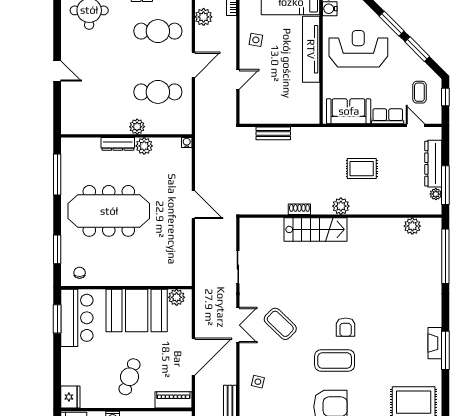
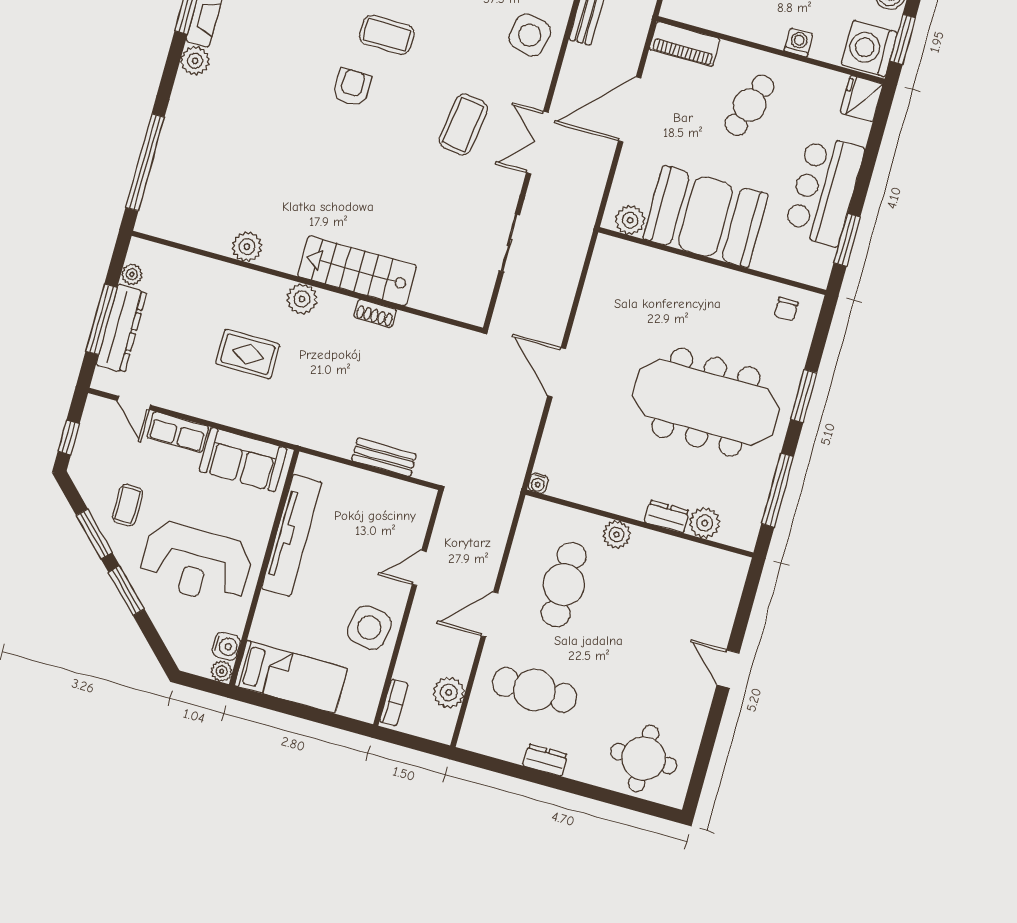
side table: (256, 40) -> (369, 628), width x1.87, depth x1.87
tv unit: (311, 49) -> (292, 535), moved
cafe table: (158, 92) -> (564, 585), turned 90
coffee table: (419, 92) -> (128, 505), moved
dresser: (118, 144) -> (667, 516), width x0.70
plant: (144, 146) -> (705, 523), moved
window: (445, 185) -> (101, 319), moved
plant: (412, 226) -> (247, 247), moved
window: (57, 249) -> (804, 396), moved
bar counter: (77, 318) -> (824, 190), moved
plant: (434, 318) -> (195, 61), added
coffee table: (280, 324) -> (463, 124), turned 54
coffee table: (335, 361) -> (387, 35), width x0.73, depth x0.76
side table: (258, 382) -> (530, 35), width x1.87, depth x1.87

